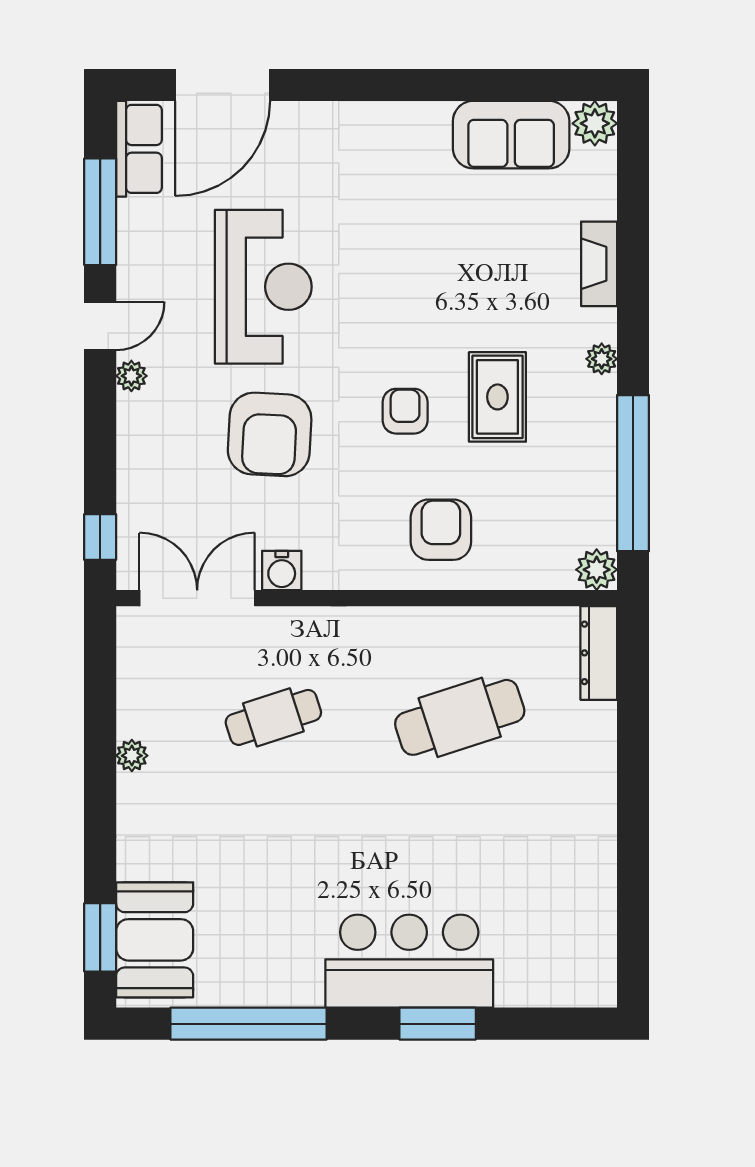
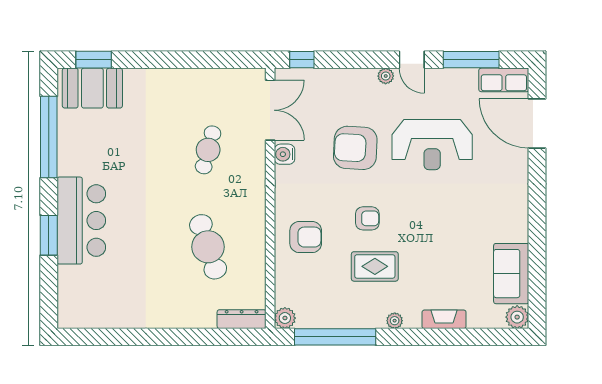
cafe table: (273, 717) -> (208, 150), turned 33
plant: (132, 756) -> (188, 76), removed

